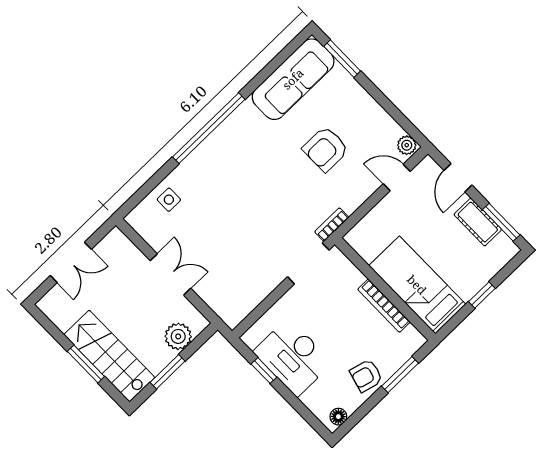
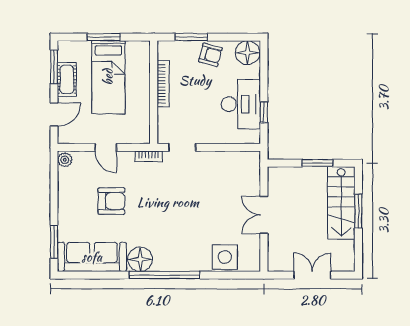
floor lamp: (246, 121) -> (140, 259), added
door: (397, 178) -> (106, 147), moved
side table: (169, 200) -> (225, 257), width x1.87, depth x1.87
doorway: (308, 263) -> (182, 147), width x0.73
bed: (417, 285) -> (108, 77), moved
window: (482, 295) -> (104, 37), width x1.50
plant: (178, 336) -> (293, 177), removed
floor lamp: (338, 417) -> (248, 53), width x1.89, depth x1.89

